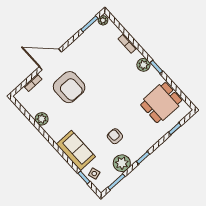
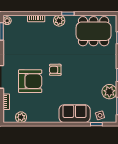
dining table: (161, 103) -> (94, 31), width x1.38
plant: (42, 119) -> (21, 117), moved
armchair: (115, 136) -> (55, 70), moved

